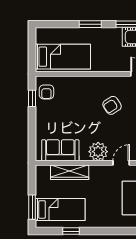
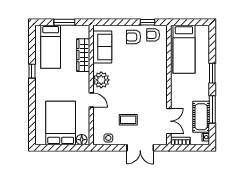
armchair: (112, 105) -> (134, 37), moved, turned -57
window: (32, 207) -> (64, 22), moved
window: (71, 231) -> (32, 71), moved

